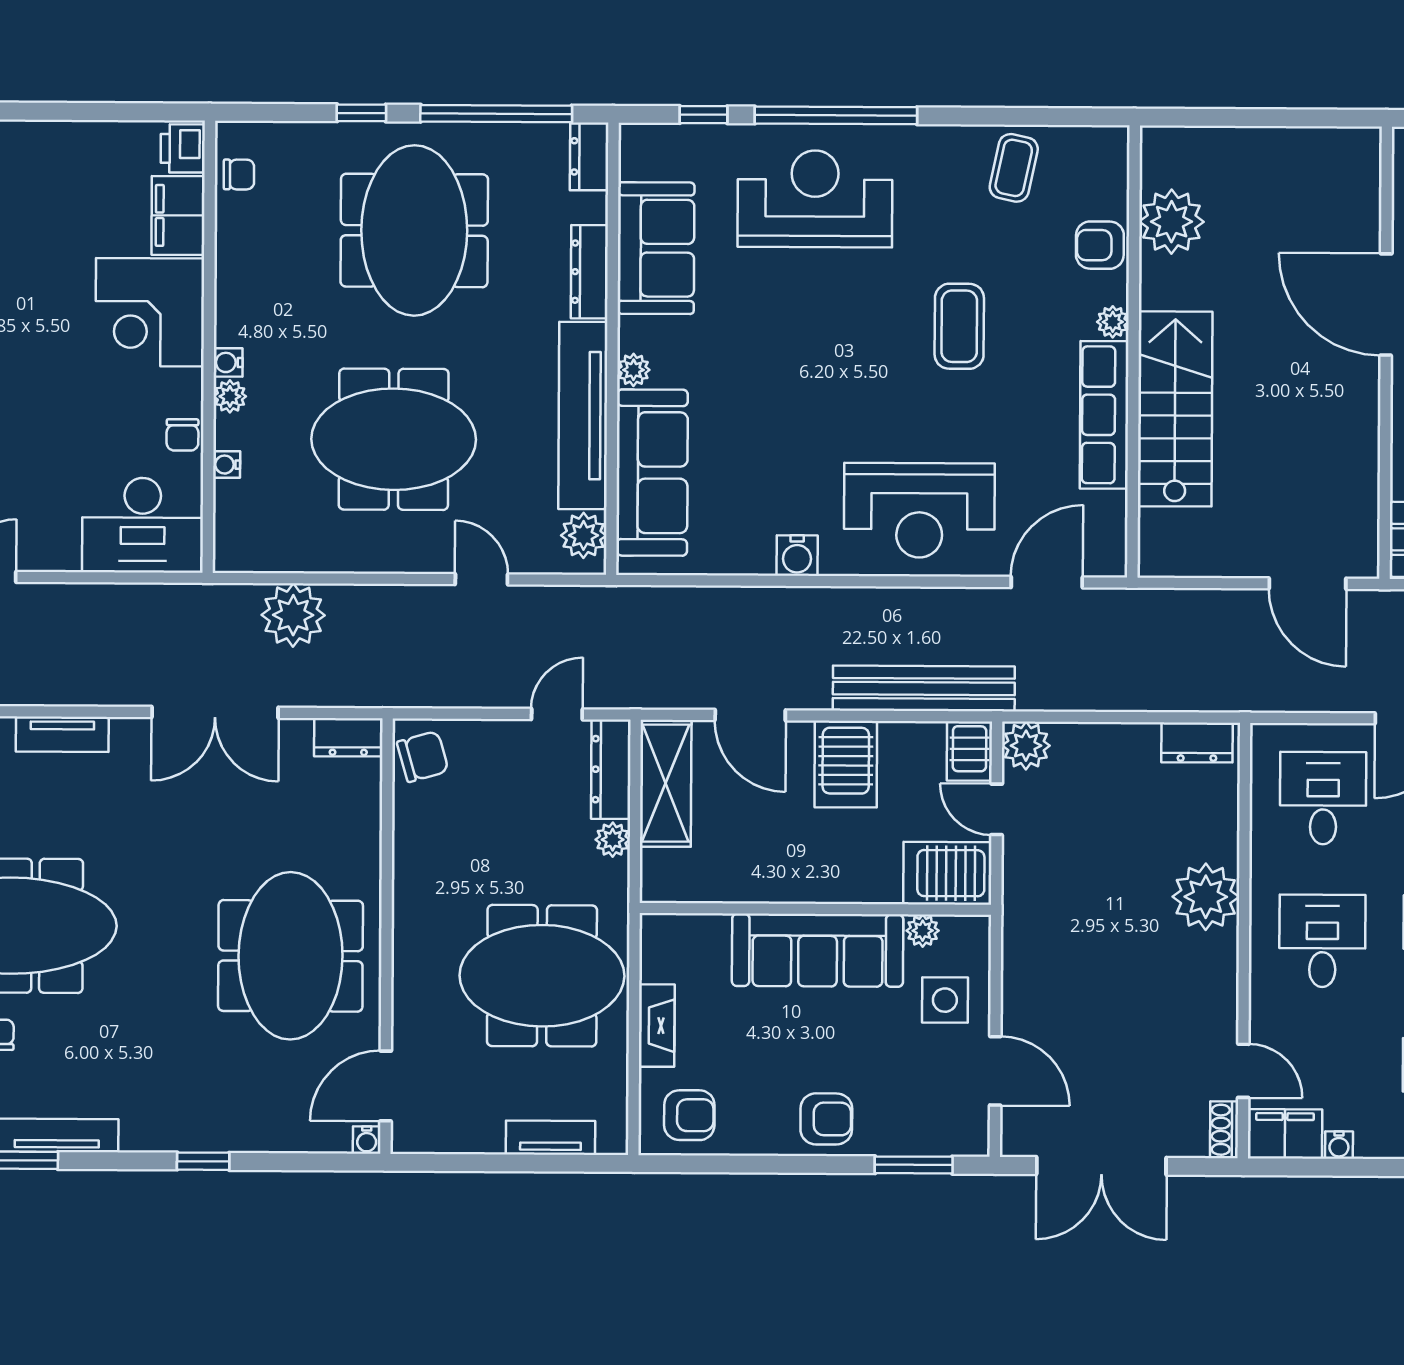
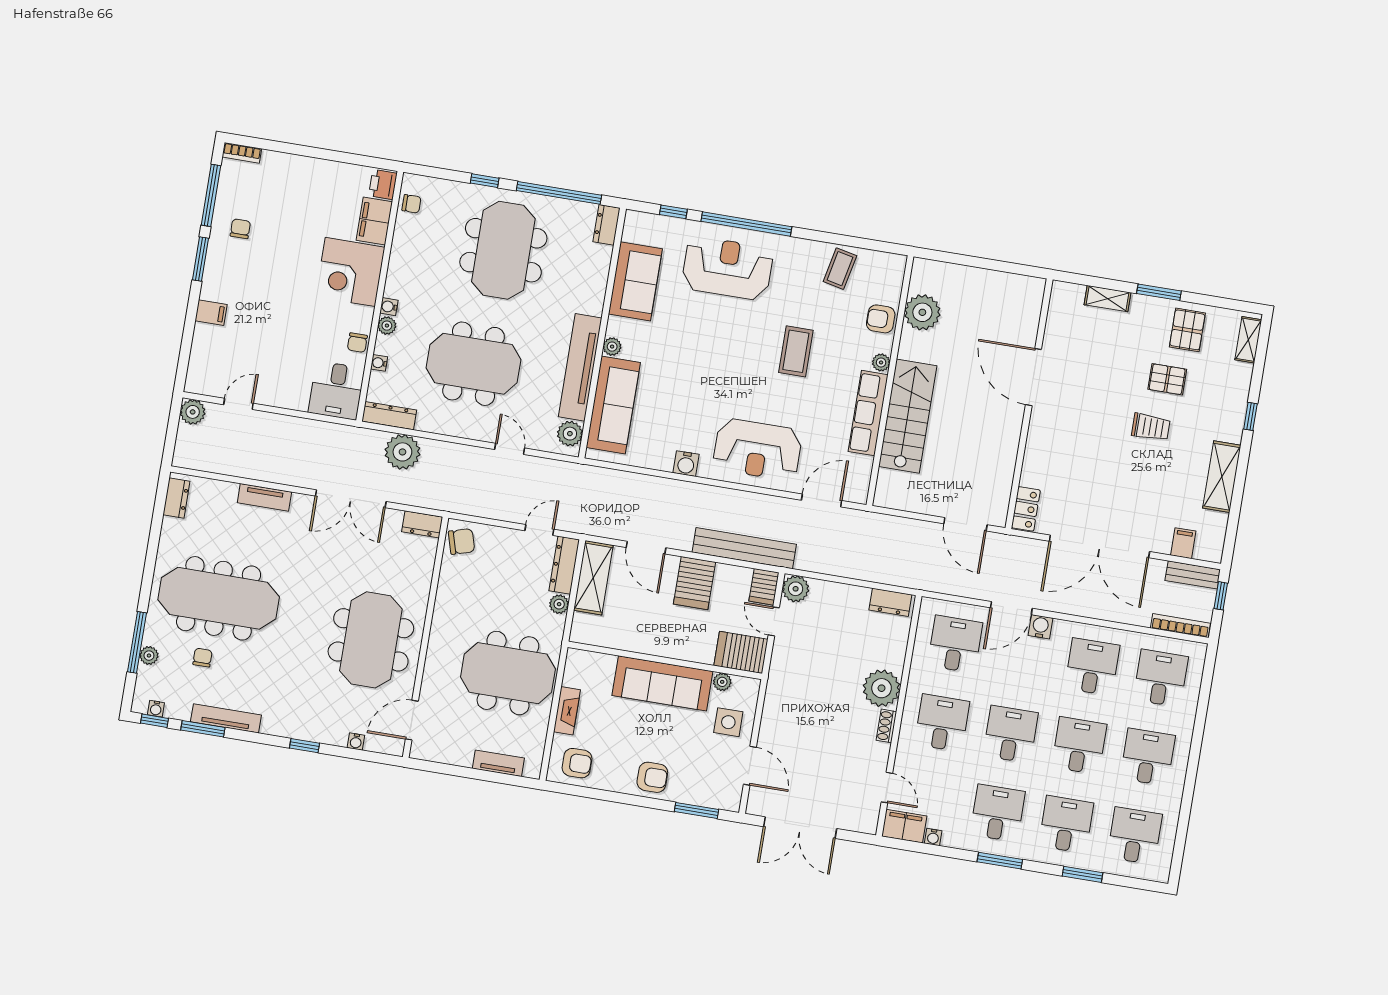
dresser: (589, 272) -> (389, 416), moved, turned 90
desk: (143, 525) -> (336, 390), width x0.73
shoe rack: (1224, 1130) -> (886, 726), moved
water cooler: (367, 1140) -> (356, 742), moved

